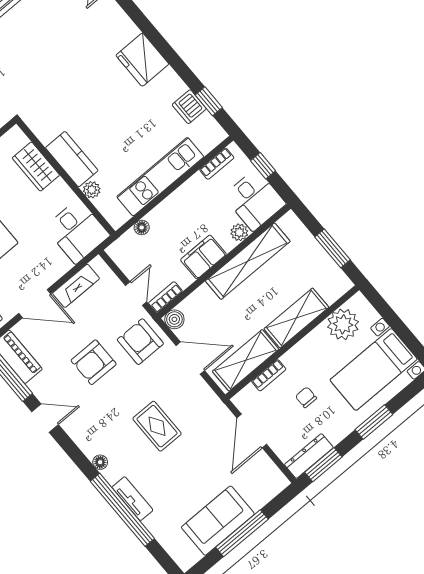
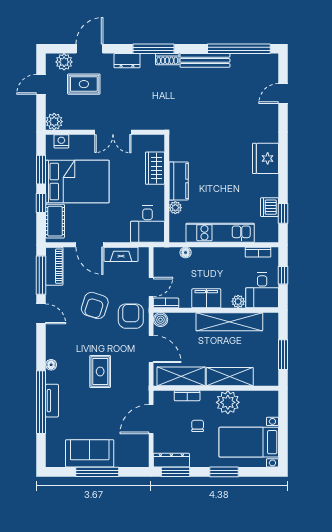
plant: (343, 324) -> (228, 402), moved
armchair: (94, 362) -> (95, 306), turned -72

